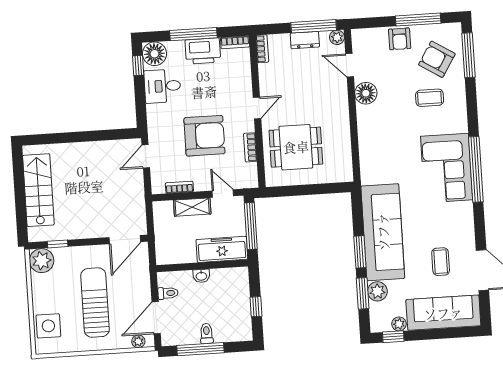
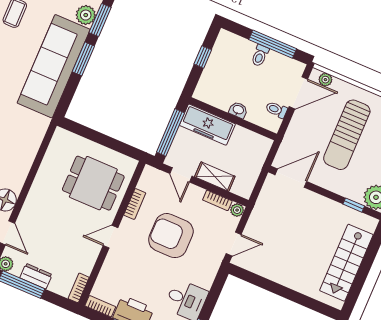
plant: (158, 188) -> (237, 210), added

